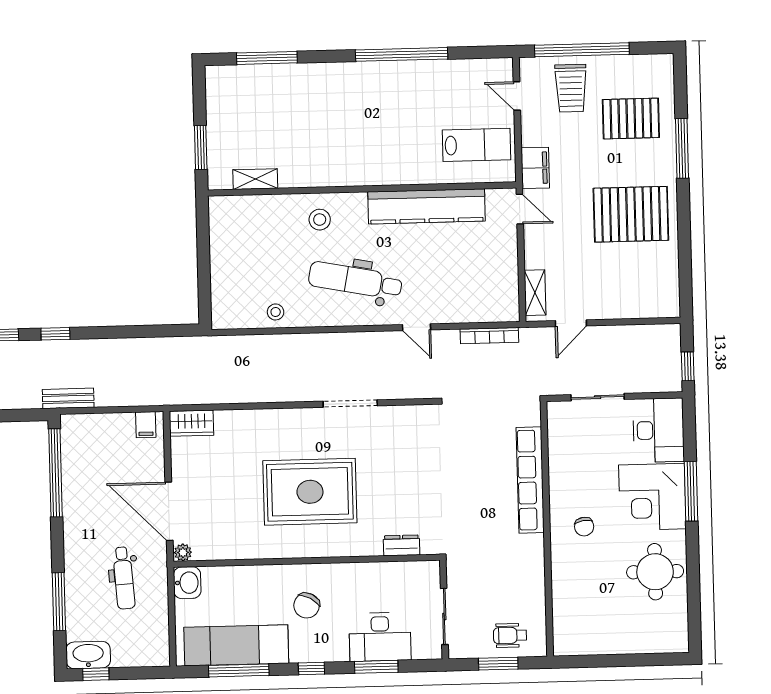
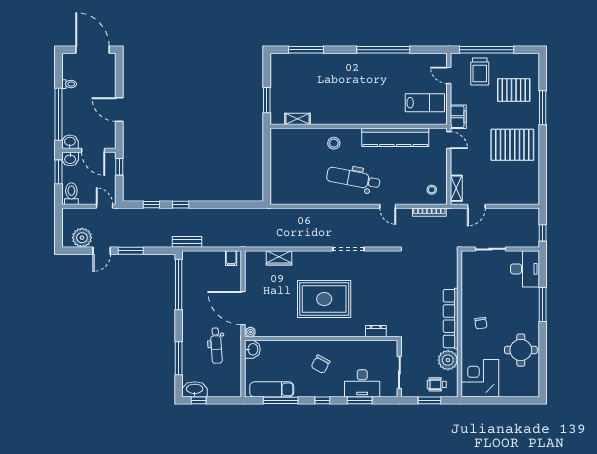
stool: (276, 312) -> (432, 190), moved
wardrobe: (191, 423) -> (279, 258), moved
row of seats: (530, 480) -> (451, 319), moved
corner desk: (652, 497) -> (480, 378), moved, turned 90
plant: (528, 593) -> (448, 360), added
exam couch: (236, 645) -> (272, 389), width x0.73, depth x0.69

